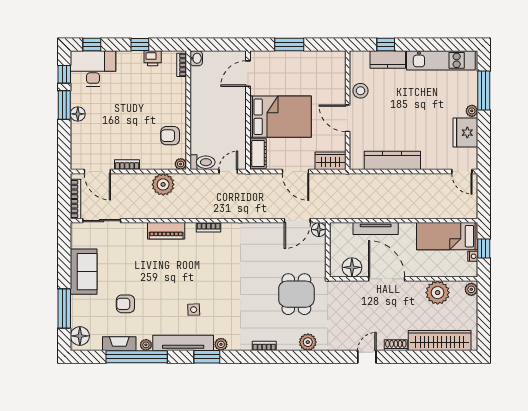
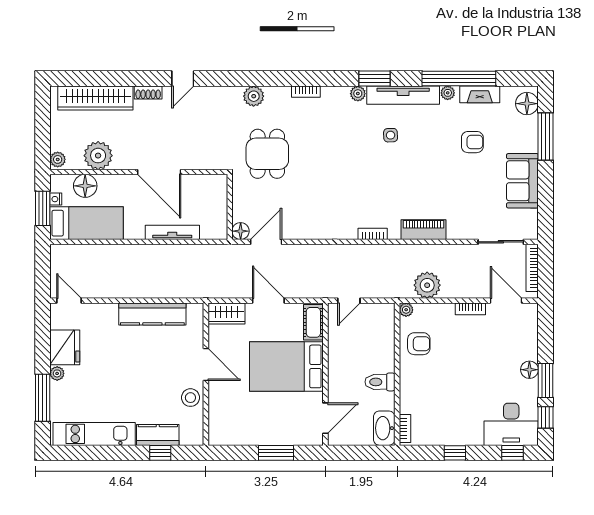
printer: (153, 58) -> (440, 436), removed
washbasin: (196, 58) -> (384, 428), width x1.91, depth x1.45
toilet: (202, 162) -> (380, 382), moved
window: (484, 249) -> (43, 208), width x1.50
floor lamp: (352, 267) -> (85, 186), moved

